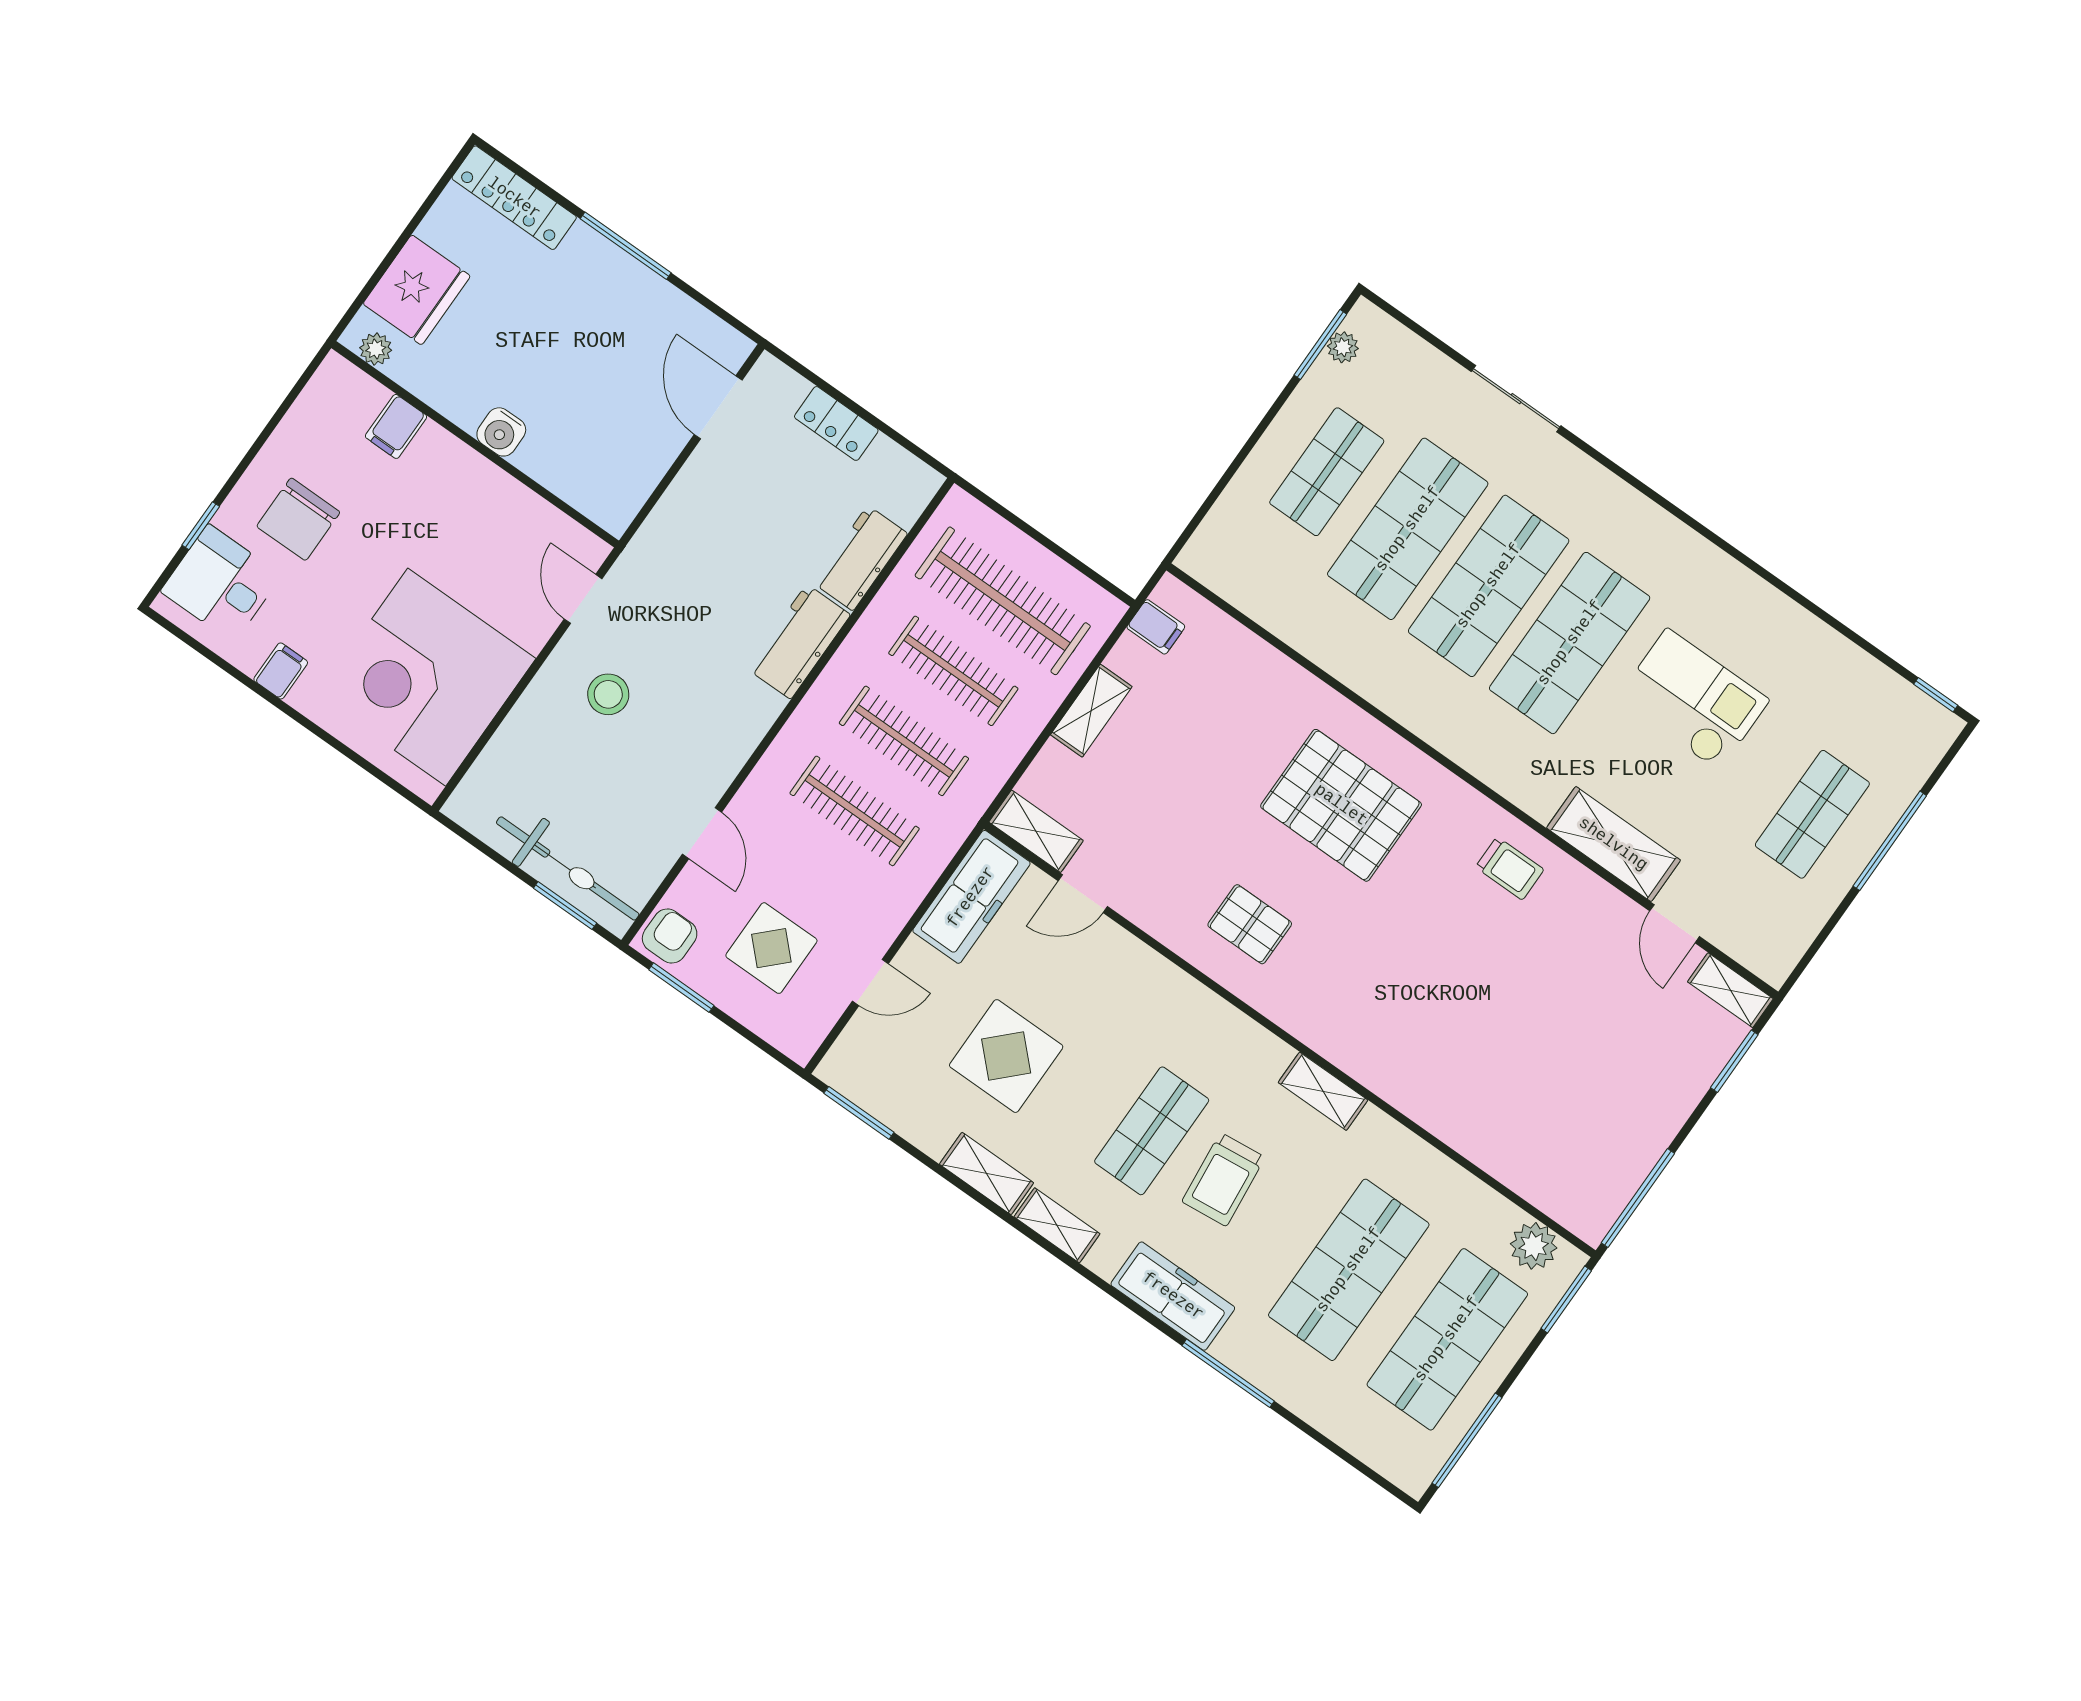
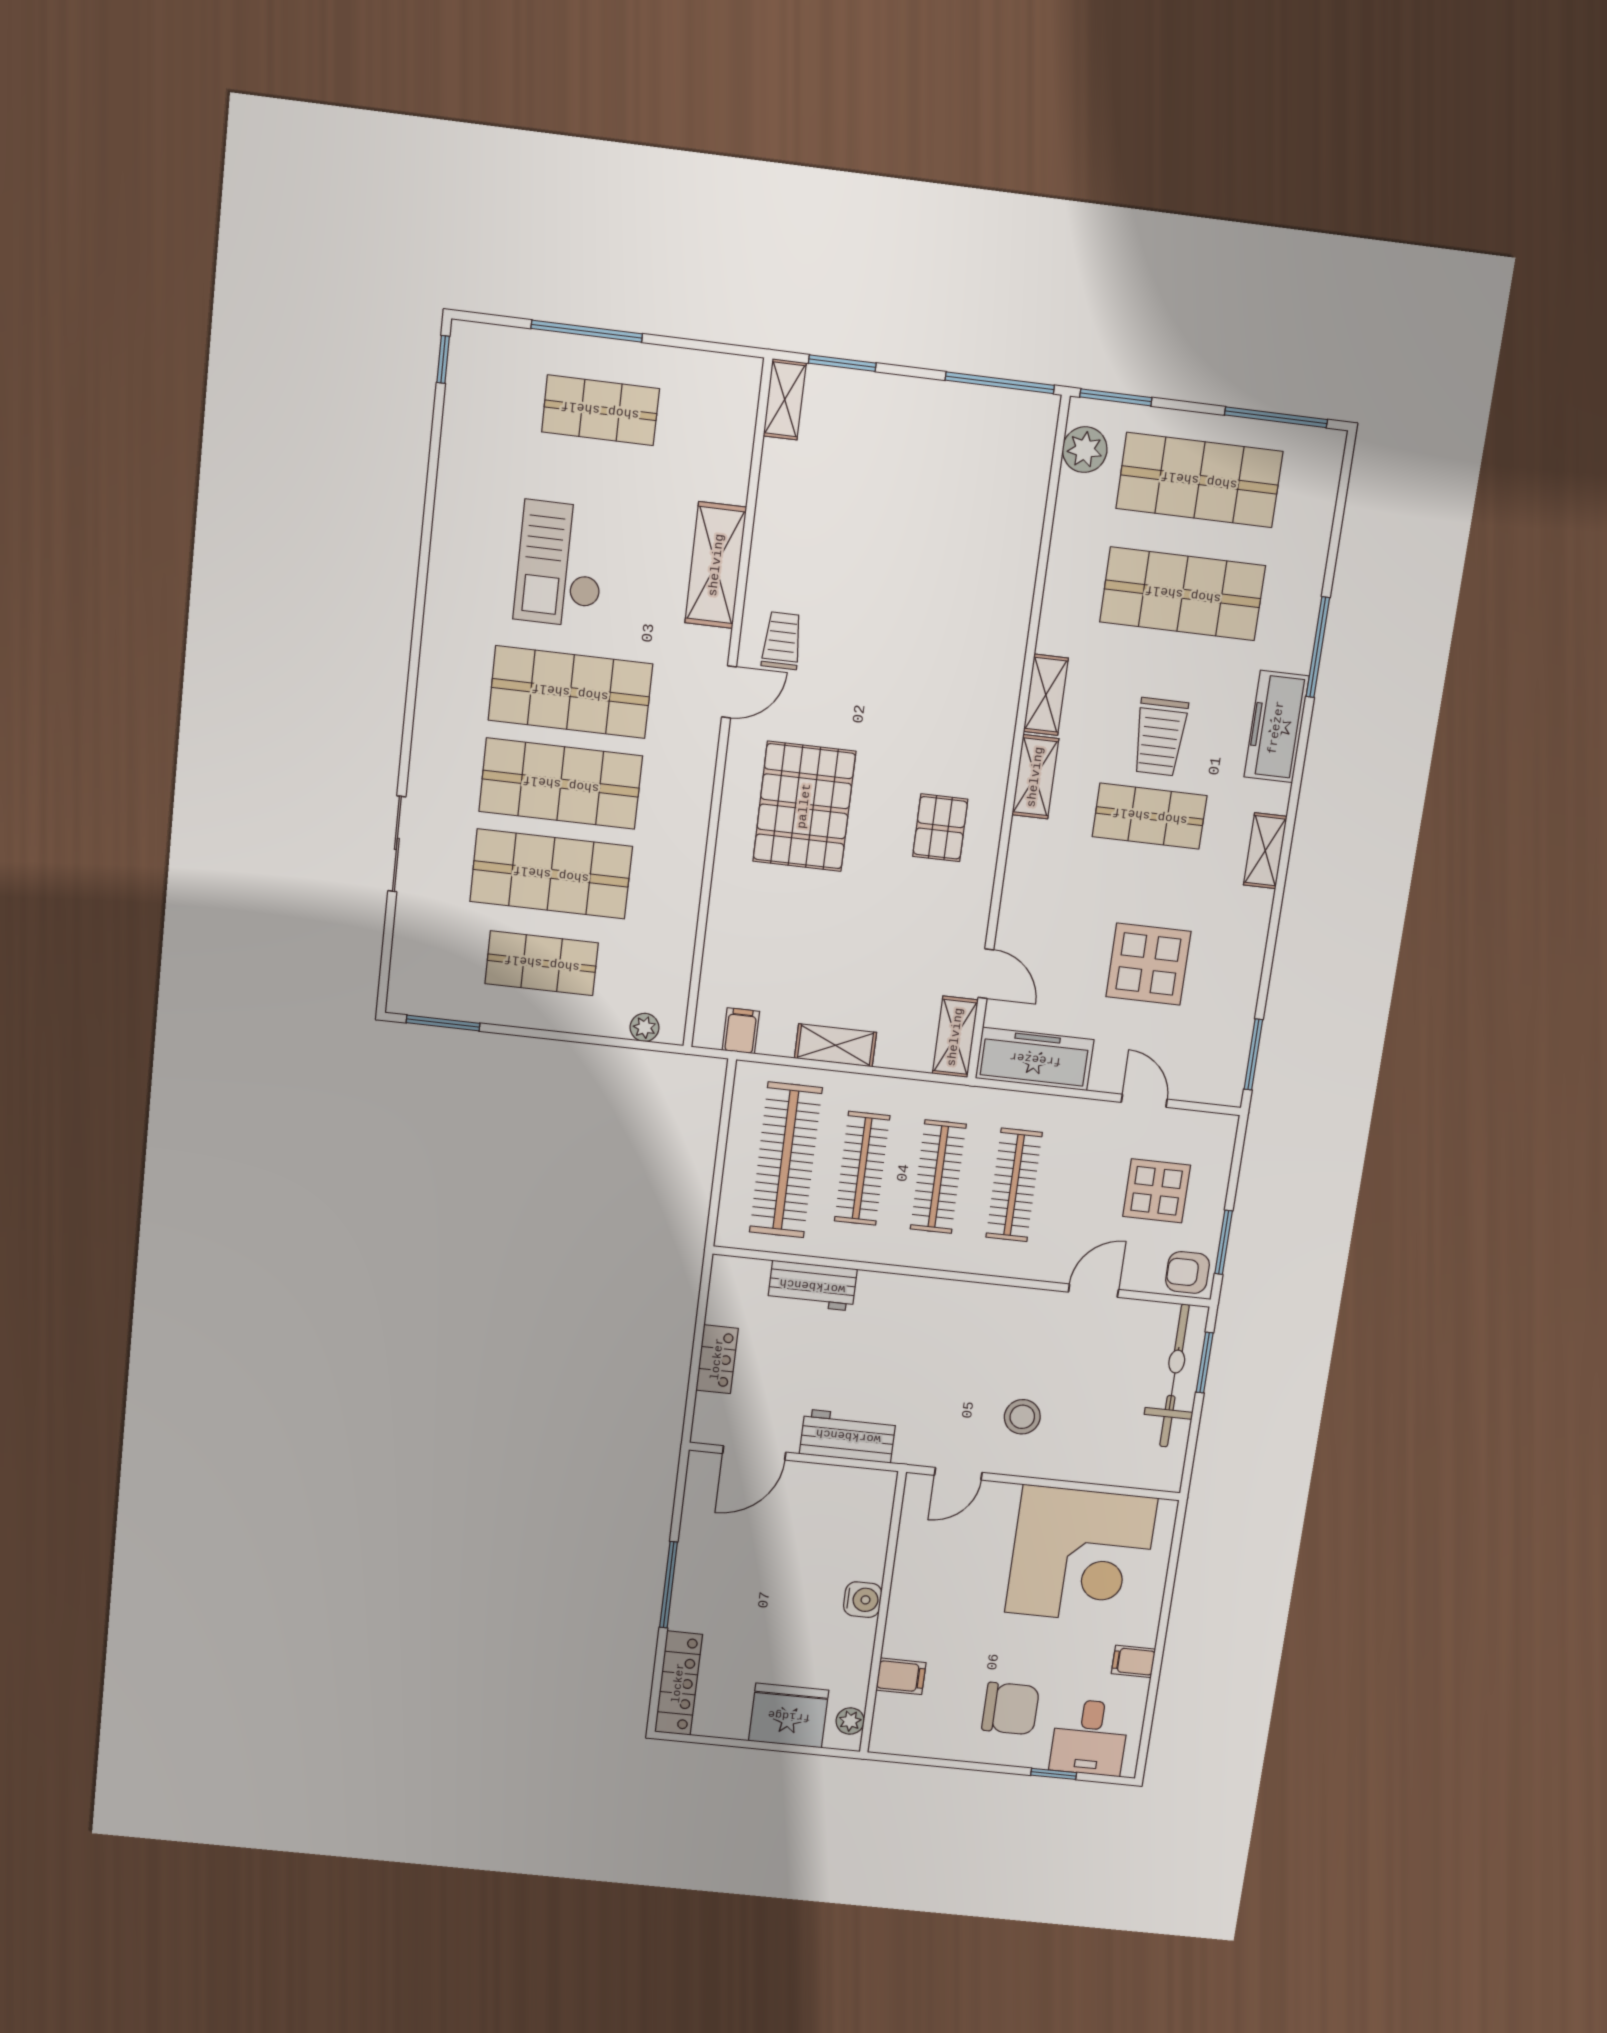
plant: (1343, 347) -> (644, 1027), moved
workbench: (799, 642) -> (848, 1436), moved, turned 180
door: (1675, 924) -> (729, 692), moved
shelving: (987, 1173) -> (1035, 777), moved
trolley: (1223, 1179) -> (1160, 737), turned 96

